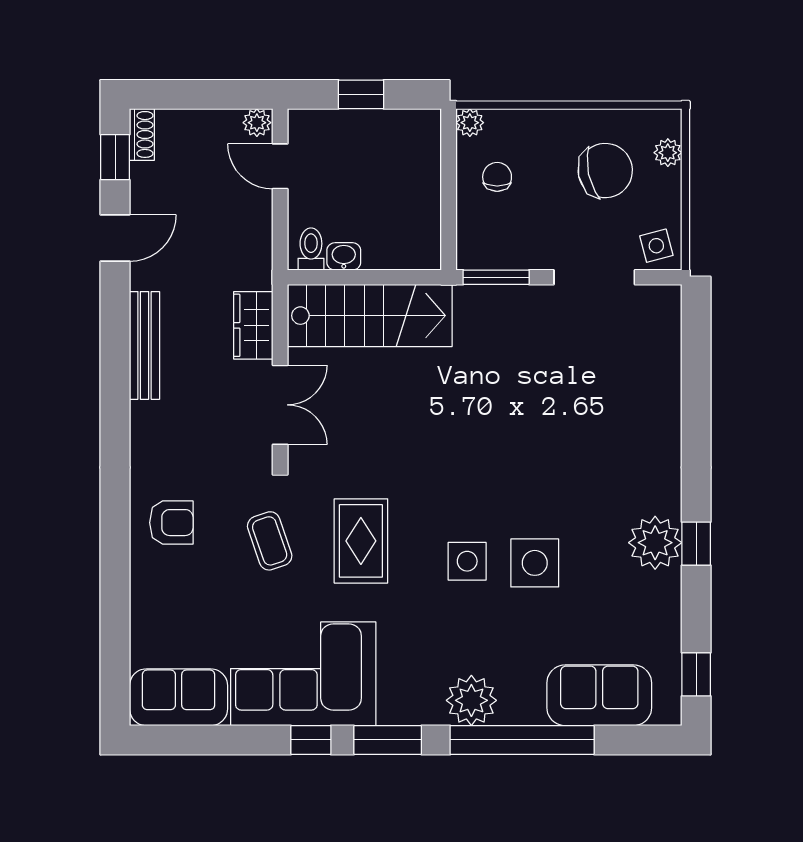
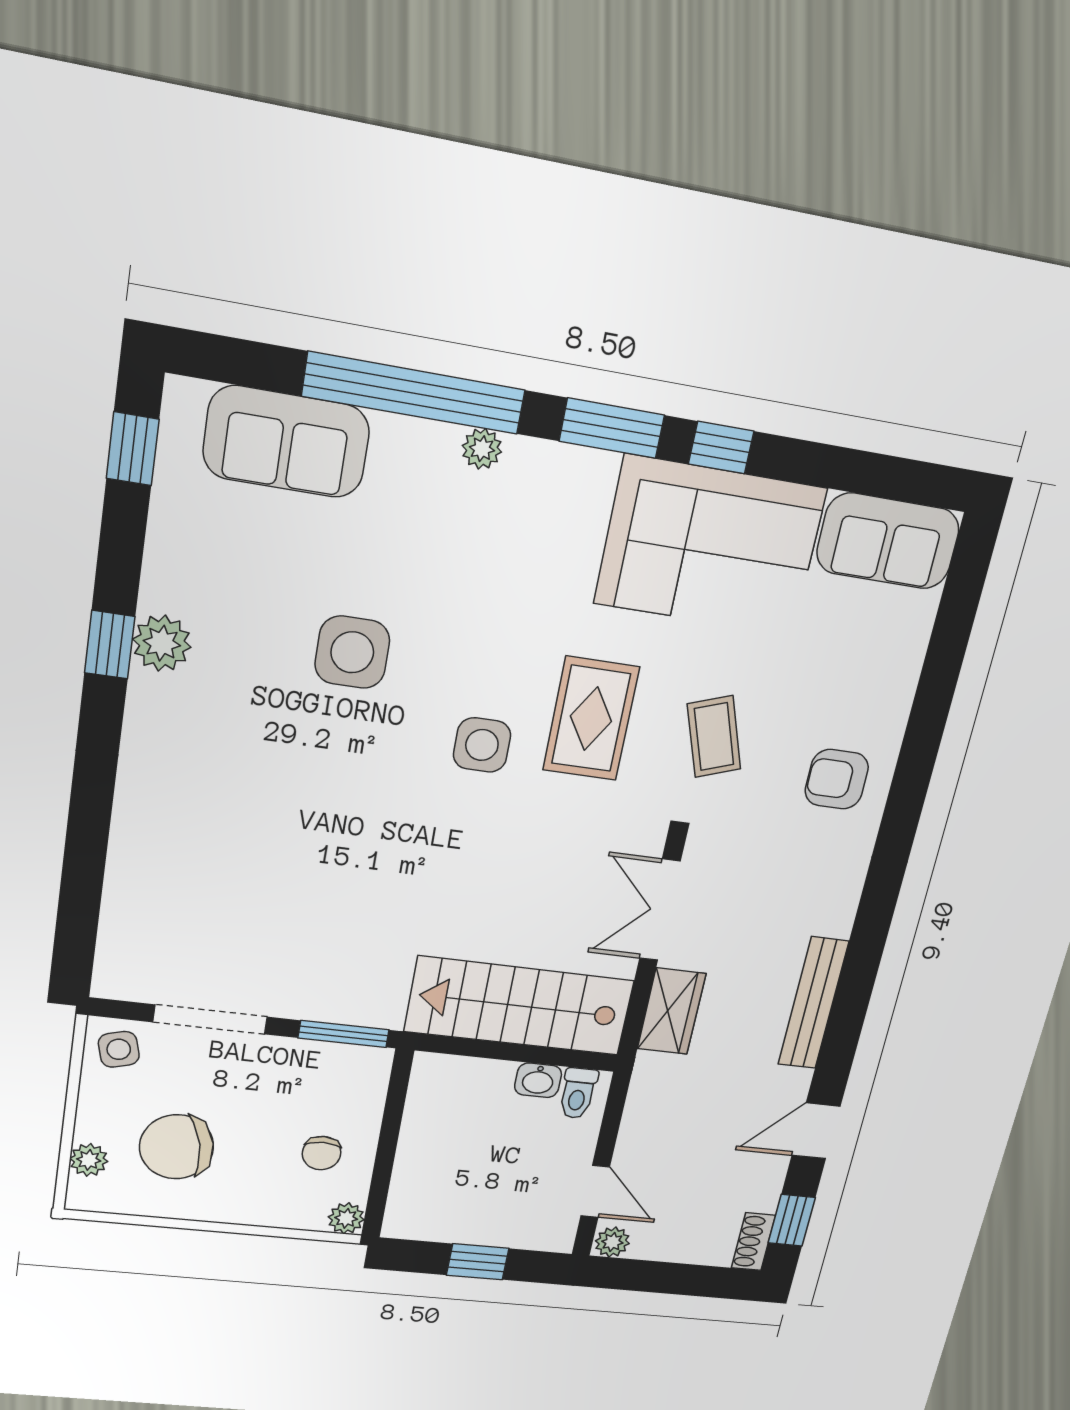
plant: (655, 543) -> (162, 643), width x0.73, depth x0.73
side table: (467, 561) -> (482, 745), moved
plant: (471, 700) -> (482, 449), width x0.53, depth x0.53

